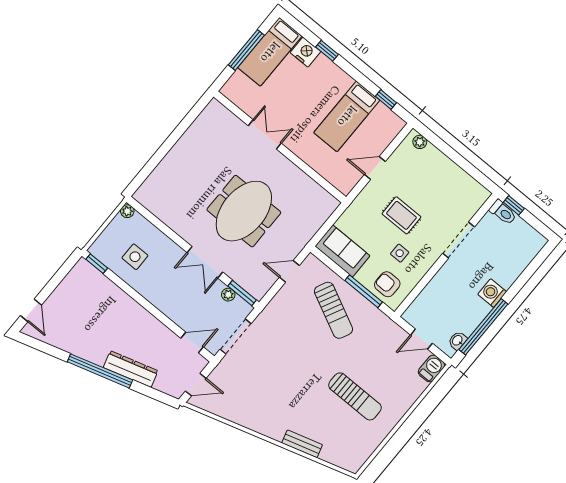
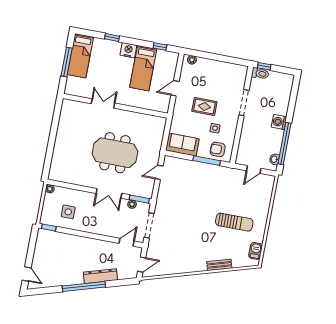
nightstand: (306, 52) -> (128, 50), moved
meeting table: (244, 211) -> (115, 153), turned 90
sun lounger: (333, 310) -> (196, 181), removed
barbecue: (431, 368) -> (255, 251), moved

